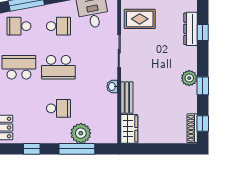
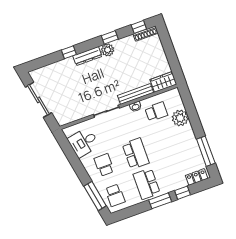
rug: (140, 19) -> (76, 104), removed
dresser: (191, 29) -> (87, 56), moved
bench: (127, 98) -> (136, 94), width x1.36
school desk: (58, 108) -> (156, 112), moved, turned 90
window: (32, 149) -> (206, 151), width x2.17
window: (77, 149) -> (193, 117), removed

